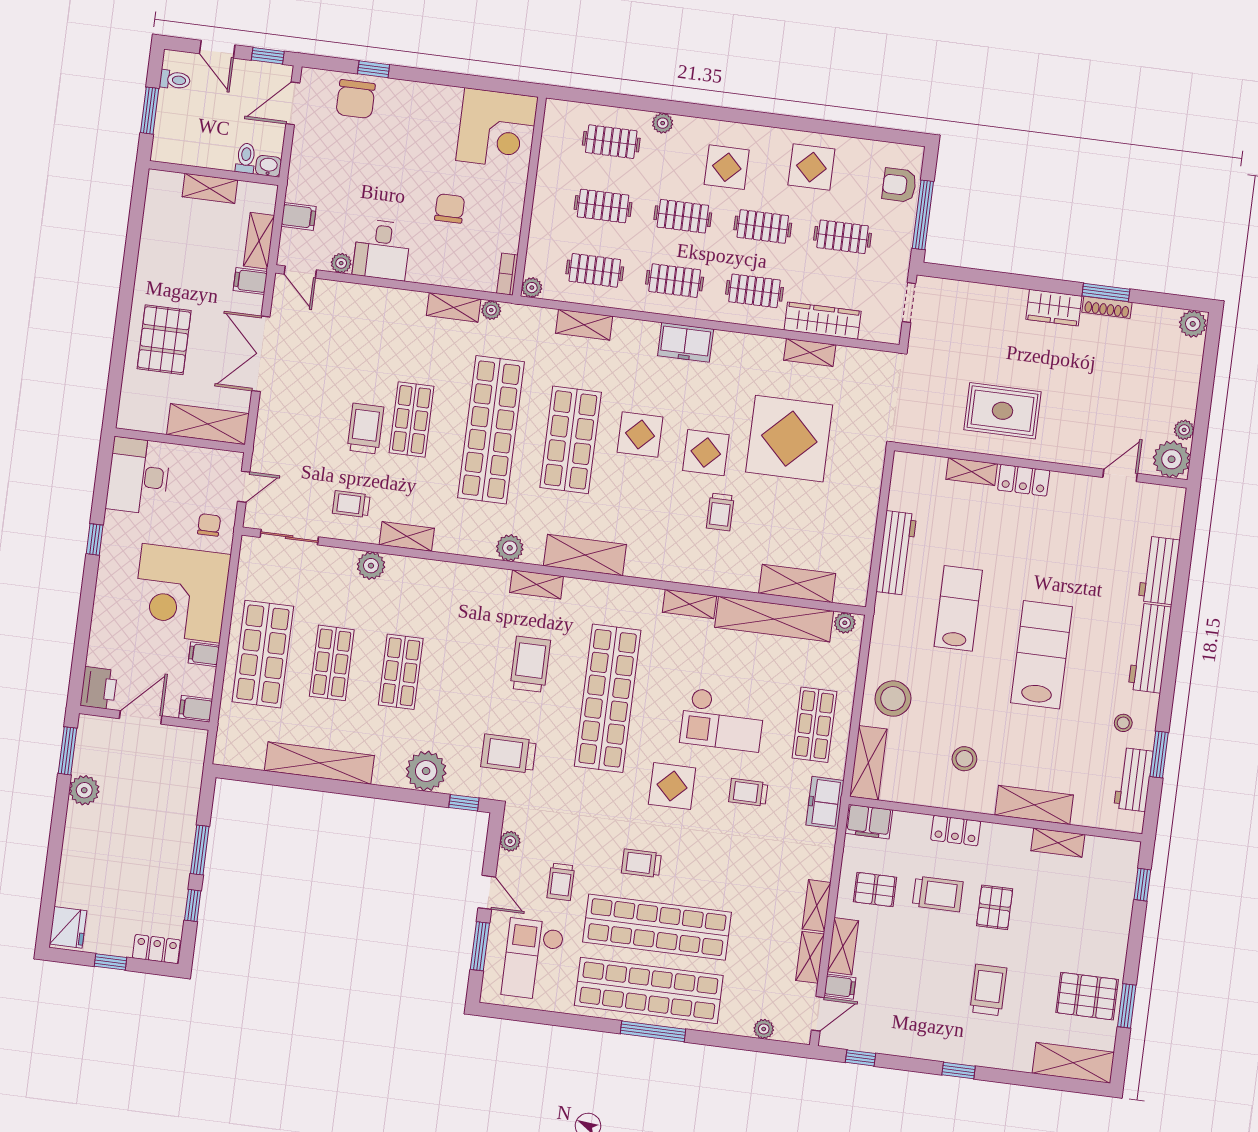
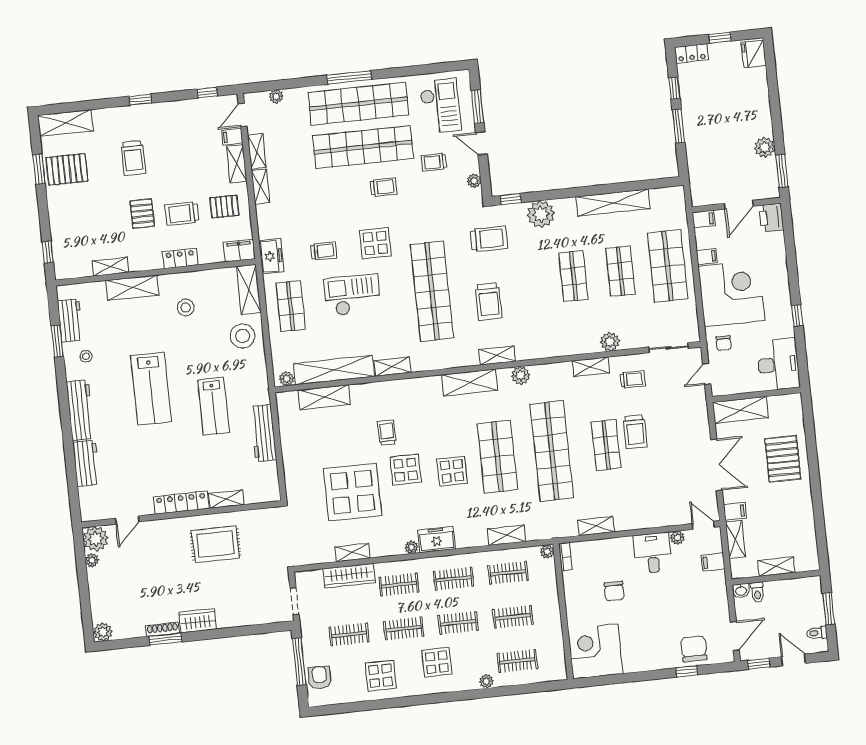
armchair: (899, 185) -> (320, 678), turned -90
plant: (491, 310) -> (411, 547), moved
locker: (1024, 480) -> (181, 503), width x1.53
trolley: (561, 882) -> (434, 162), turned -90

